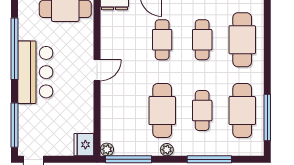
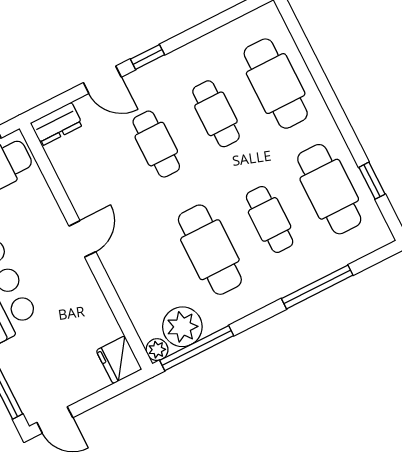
window: (267, 118) -> (372, 181), width x0.46
plant: (167, 150) -> (182, 327), moved, width x1.87, depth x1.87

